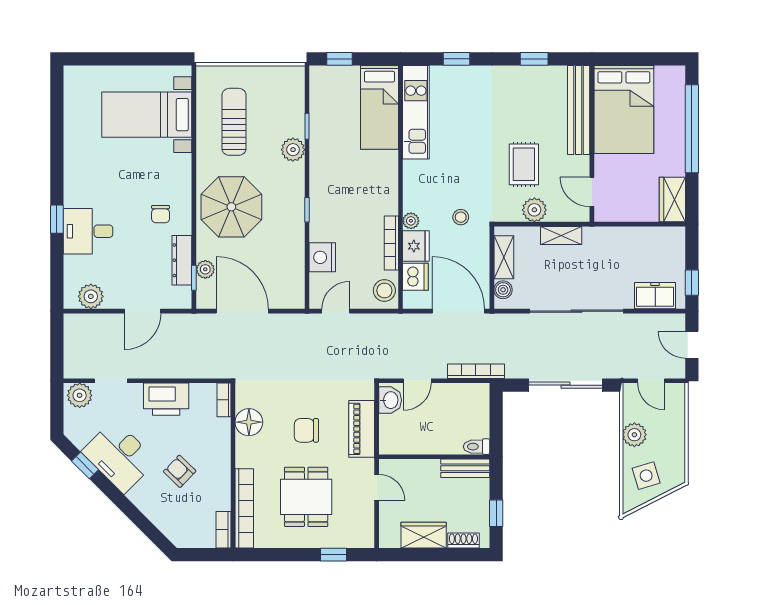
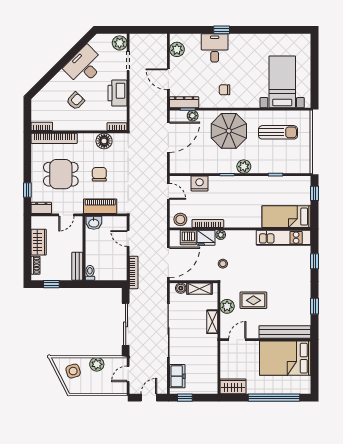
plant: (293, 150) -> (244, 167), moved
dresser: (182, 260) -> (184, 102), moved
washbasin: (390, 400) -> (94, 223), moved
window: (85, 465) -> (79, 46), removed
dresser: (365, 531) -> (41, 208), added

